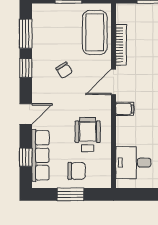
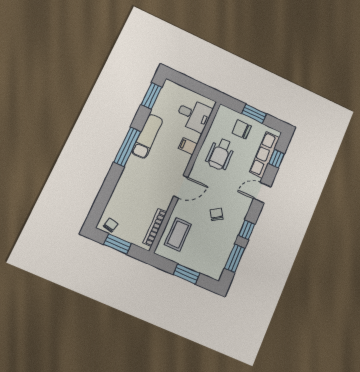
coffee table: (95, 32) -> (178, 234), width x0.73, depth x0.76
bookcase: (121, 45) -> (155, 227), moved
filing cabinet: (125, 109) -> (188, 146), moved

